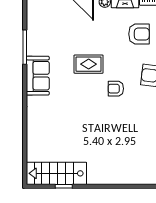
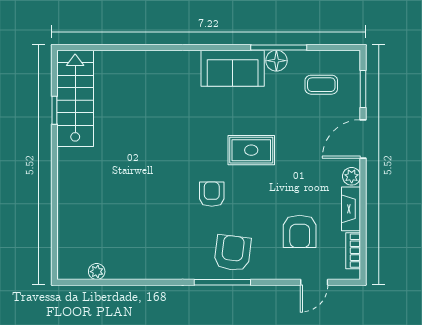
coffee table: (48, 21) -> (321, 85), added
floor lamp: (33, 48) -> (276, 61), added
rug: (89, 64) -> (251, 150), turned 90

